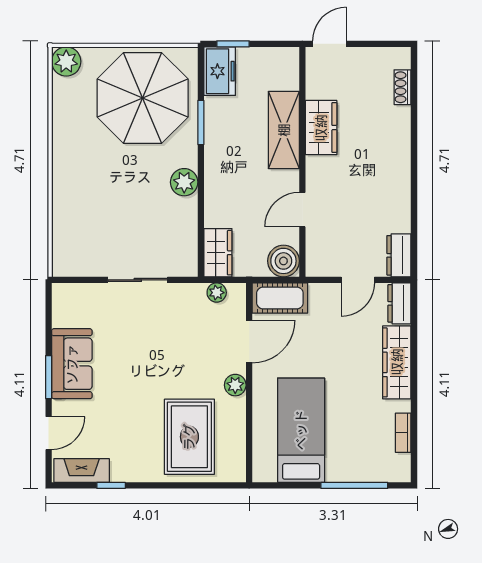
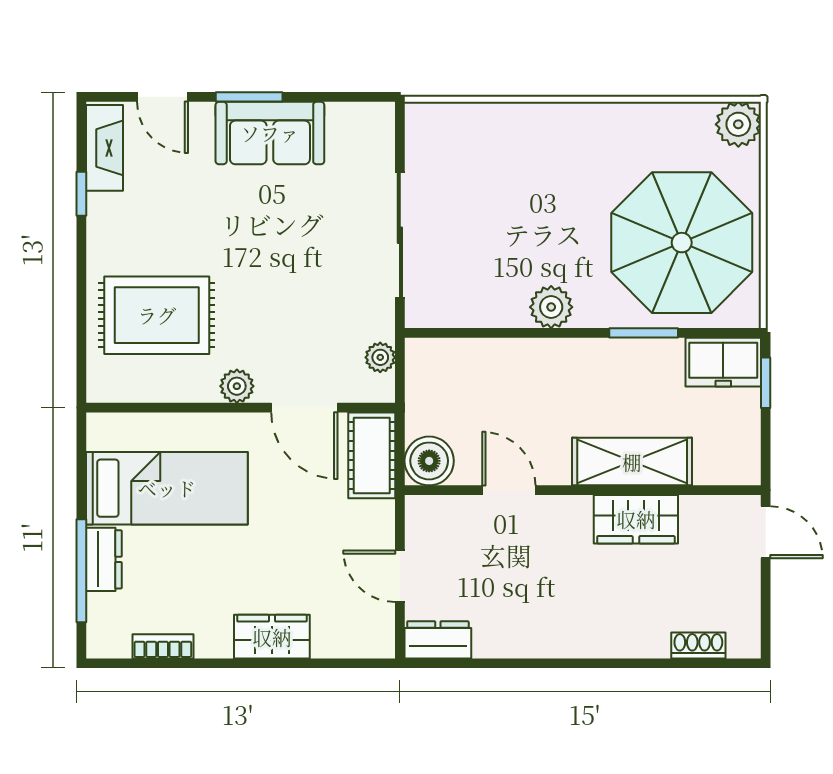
wardrobe: (218, 253) -> (442, 359), removed
sliding door: (138, 280) -> (400, 235), width x1.37
dresser: (399, 303) -> (104, 559), moved, turned 90
wardrobe: (397, 362) -> (272, 637), width x0.67

